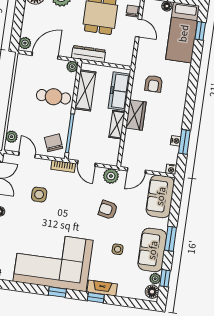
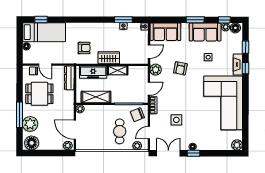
door: (138, 28) -> (45, 65), swing flipped
dresser: (89, 54) -> (69, 78), moved
cafe table: (54, 97) -> (120, 131), moved
door: (136, 170) -> (149, 52), hinge flipped
window: (57, 292) -> (245, 47), moved

